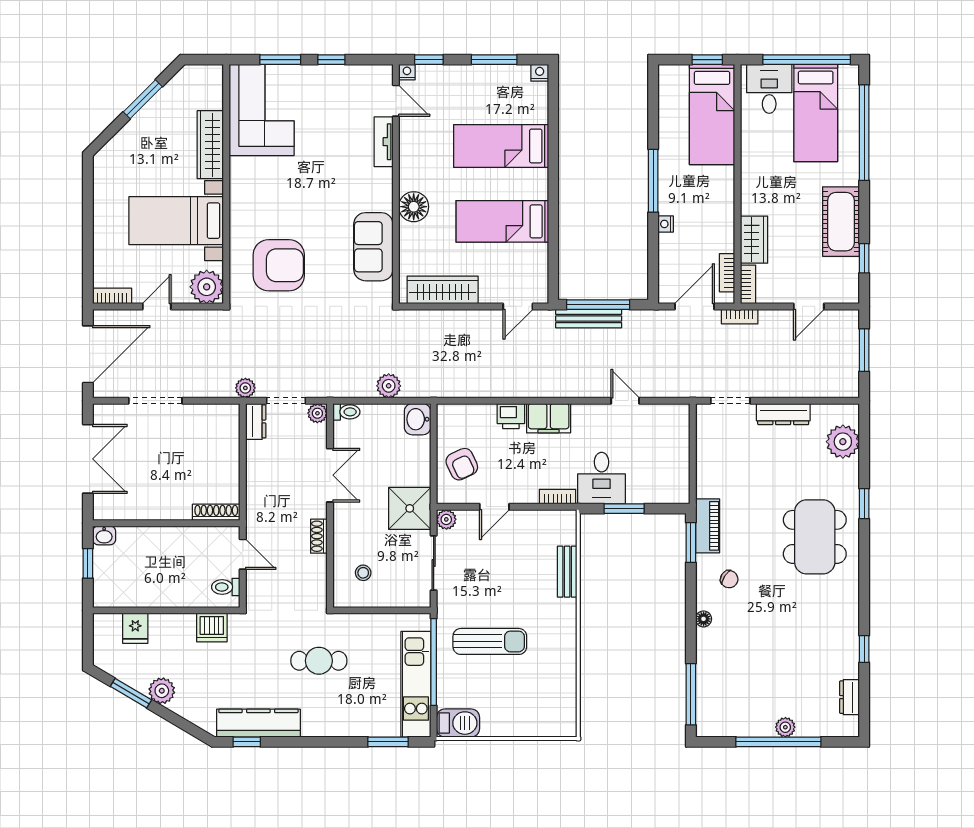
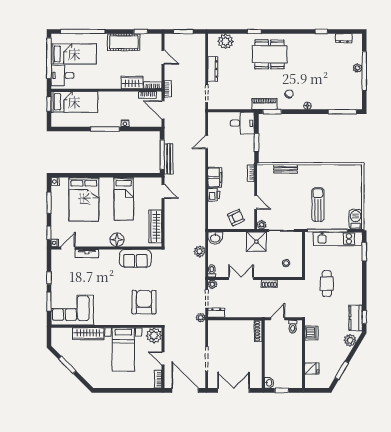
bed: (501, 146) -> (84, 199), width x1.50
desk: (602, 478) -> (242, 123), moved
plant: (162, 691) -> (350, 340), moved
kitchen counter: (258, 723) -> (356, 318), width x0.67

